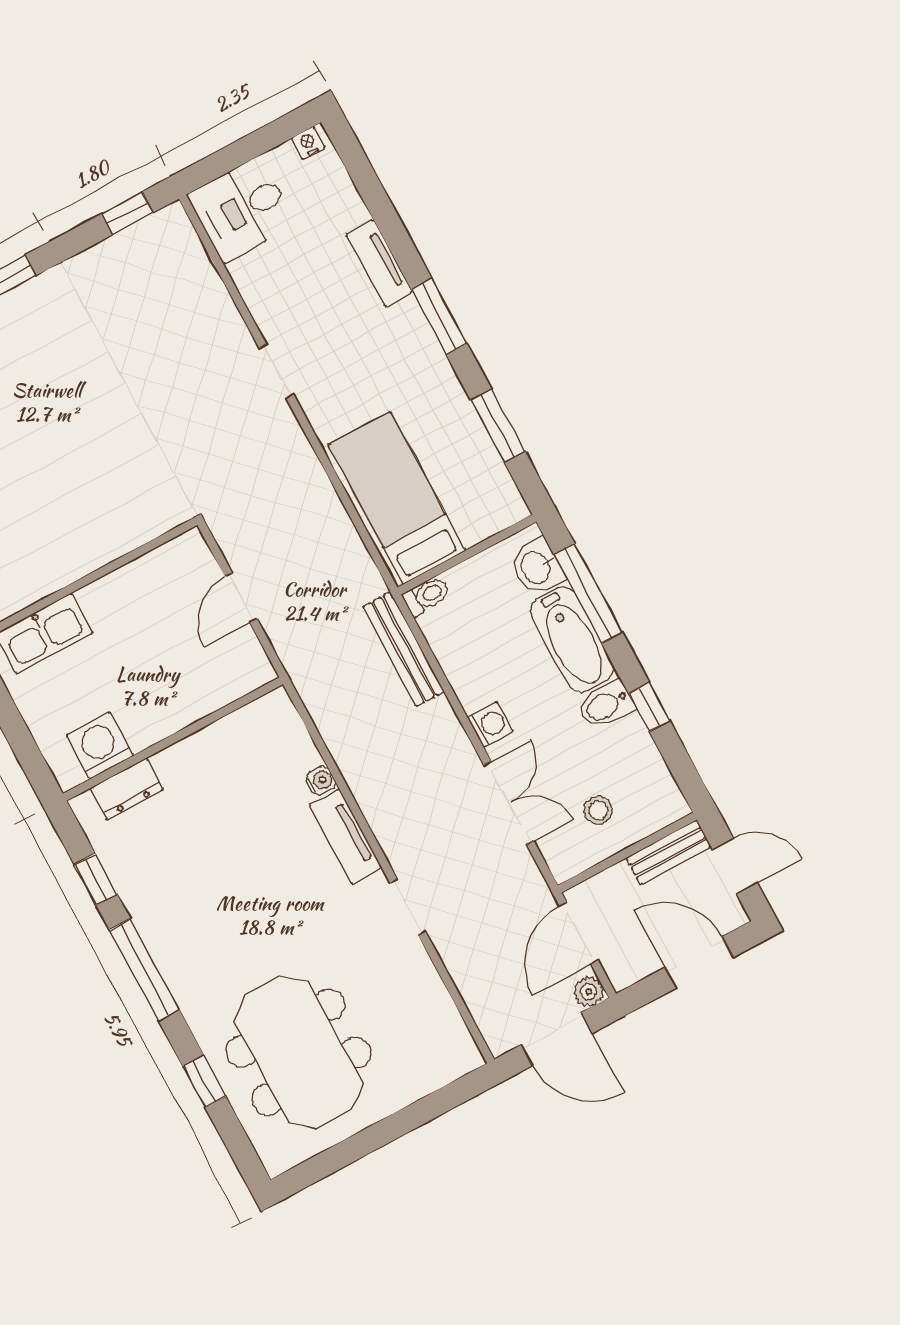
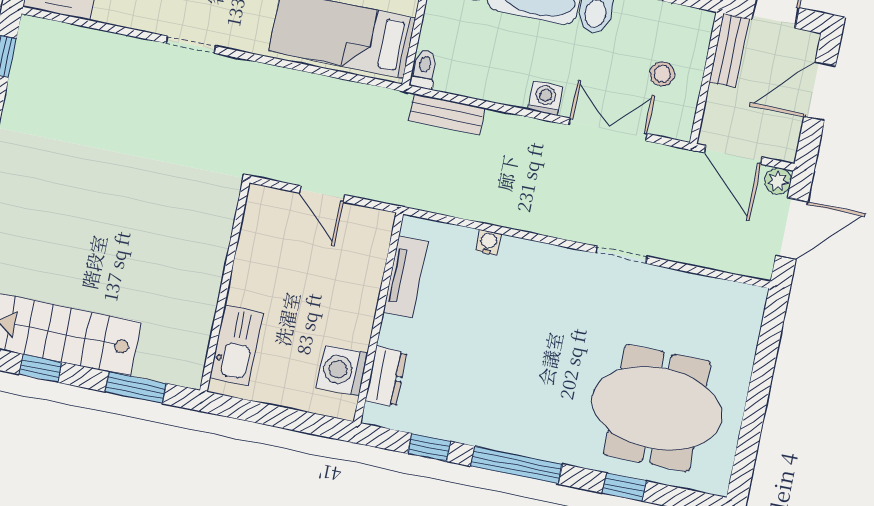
bench: (404, 649) -> (447, 114), width x0.73
tv unit: (346, 836) -> (405, 277), moved, turned -90

